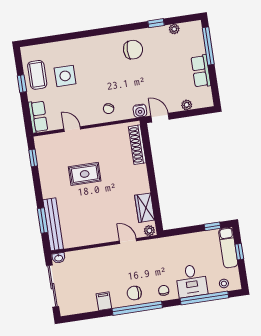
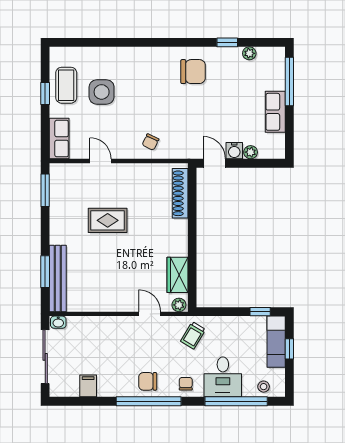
water cooler: (140, 111) -> (234, 151), moved
window: (33, 158) -> (45, 190), width x1.50
trolley: (164, 252) -> (193, 335), added
filing cabinet: (104, 301) -> (88, 386), moved

